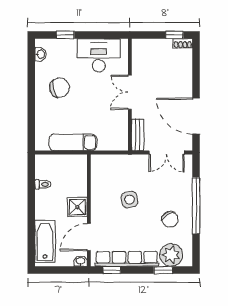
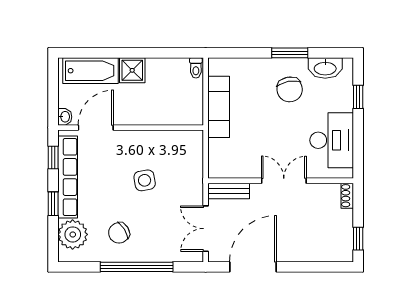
shoe rack: (183, 43) -> (347, 196), moved
washbasin: (40, 54) -> (325, 68), width x1.91, depth x1.45
window: (31, 88) -> (290, 53), added
toilet: (43, 184) -> (196, 68), moved
shower: (77, 207) -> (132, 70), moved
door: (89, 237) -> (96, 128), hinge flipped
window: (163, 270) -> (53, 204), moved

